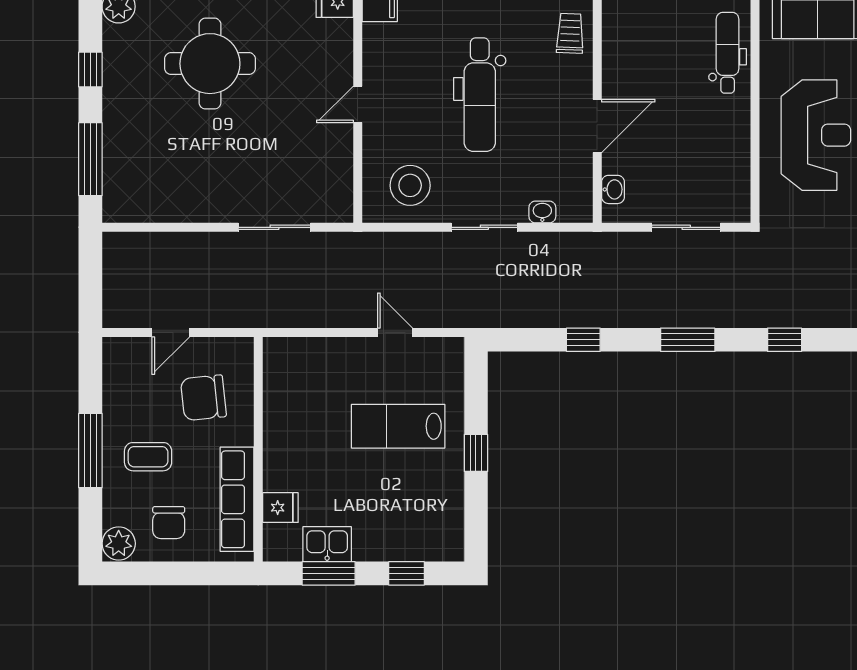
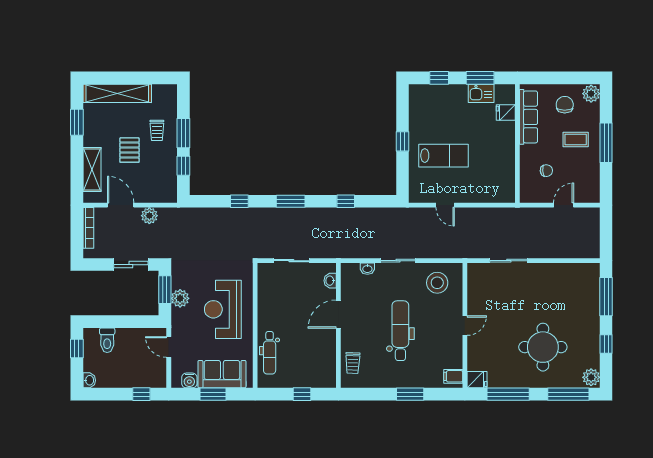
chair: (203, 398) -> (546, 171), width x0.54, depth x0.54

